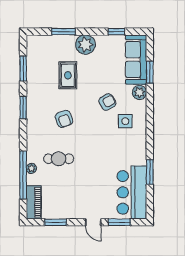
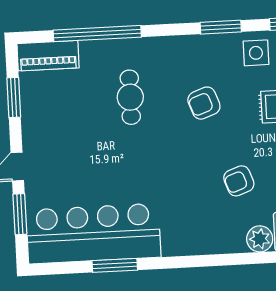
armchair: (107, 102) -> (239, 181), turned 98
side table: (125, 121) -> (256, 53), moved
plant: (31, 168) -> (110, 48), removed
bar counter: (132, 192) -> (93, 234), width x1.36

